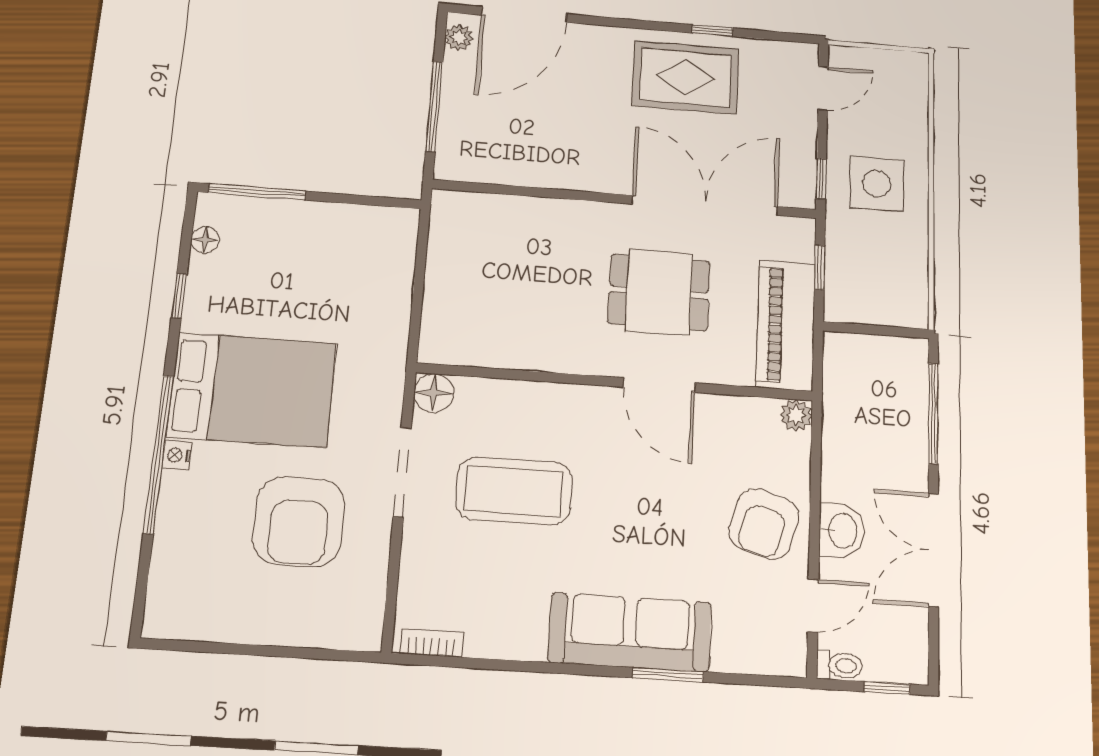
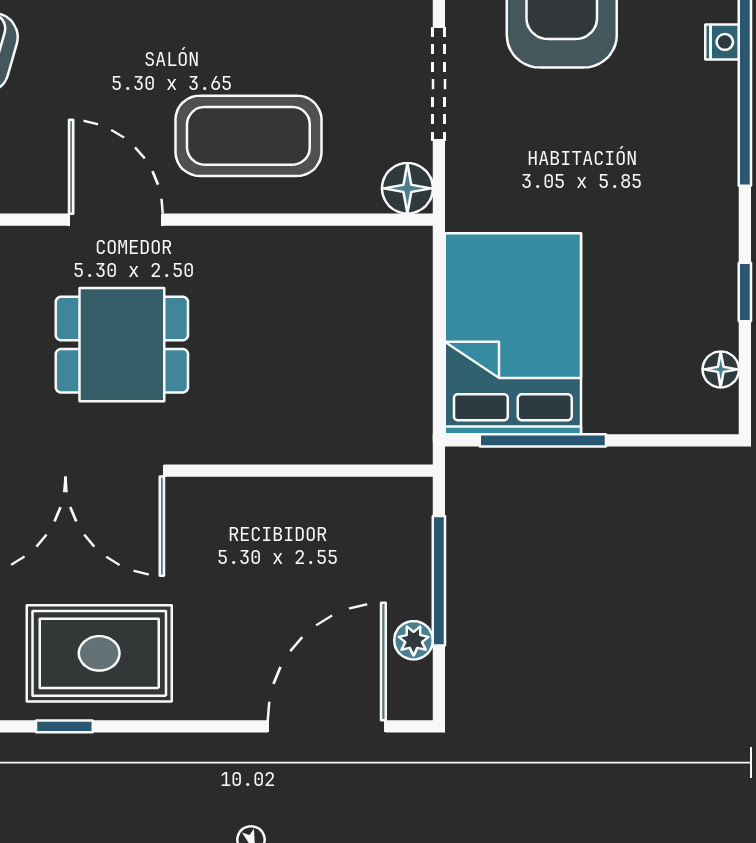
plant: (459, 38) -> (414, 640), moved
window: (257, 192) -> (543, 440), moved
bed: (252, 390) -> (513, 334), moved, turned 90
nightstand: (177, 455) -> (722, 42), moved
coffee table: (514, 491) -> (248, 136), moved

